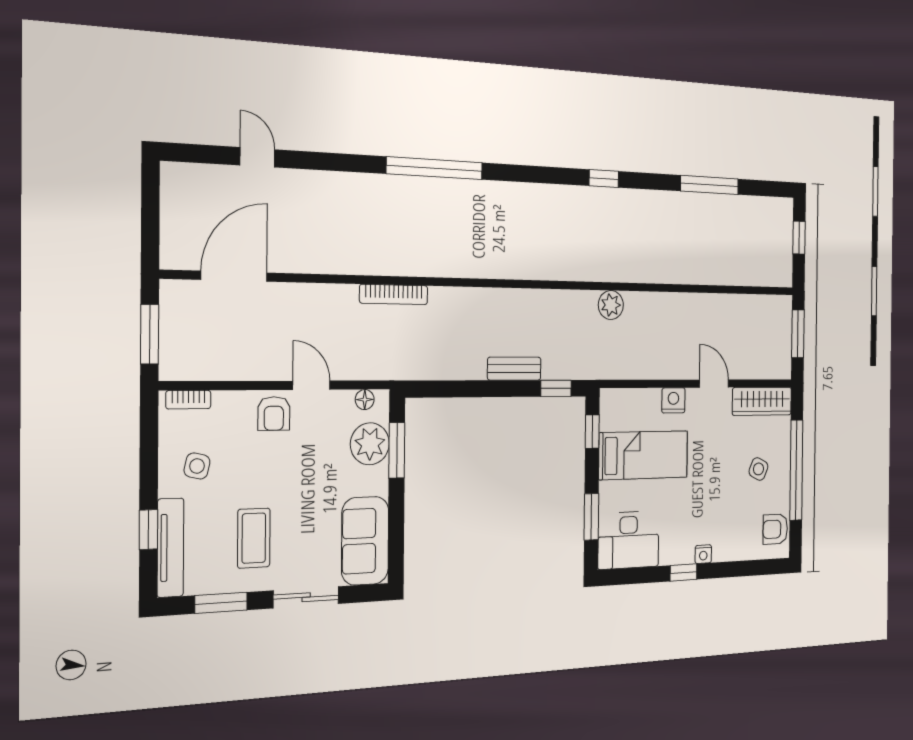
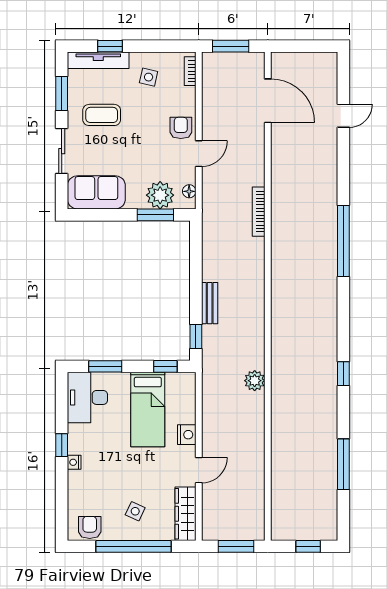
armchair: (274, 414) -> (181, 128), turned 90

